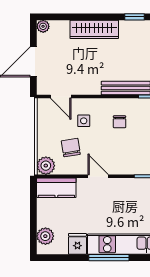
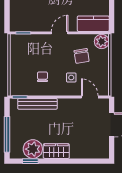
plant: (43, 26) -> (33, 149), moved, width x1.88, depth x1.88
wardrobe: (94, 29) -> (56, 151), width x0.67
door: (98, 176) -> (60, 33), swing flipped

